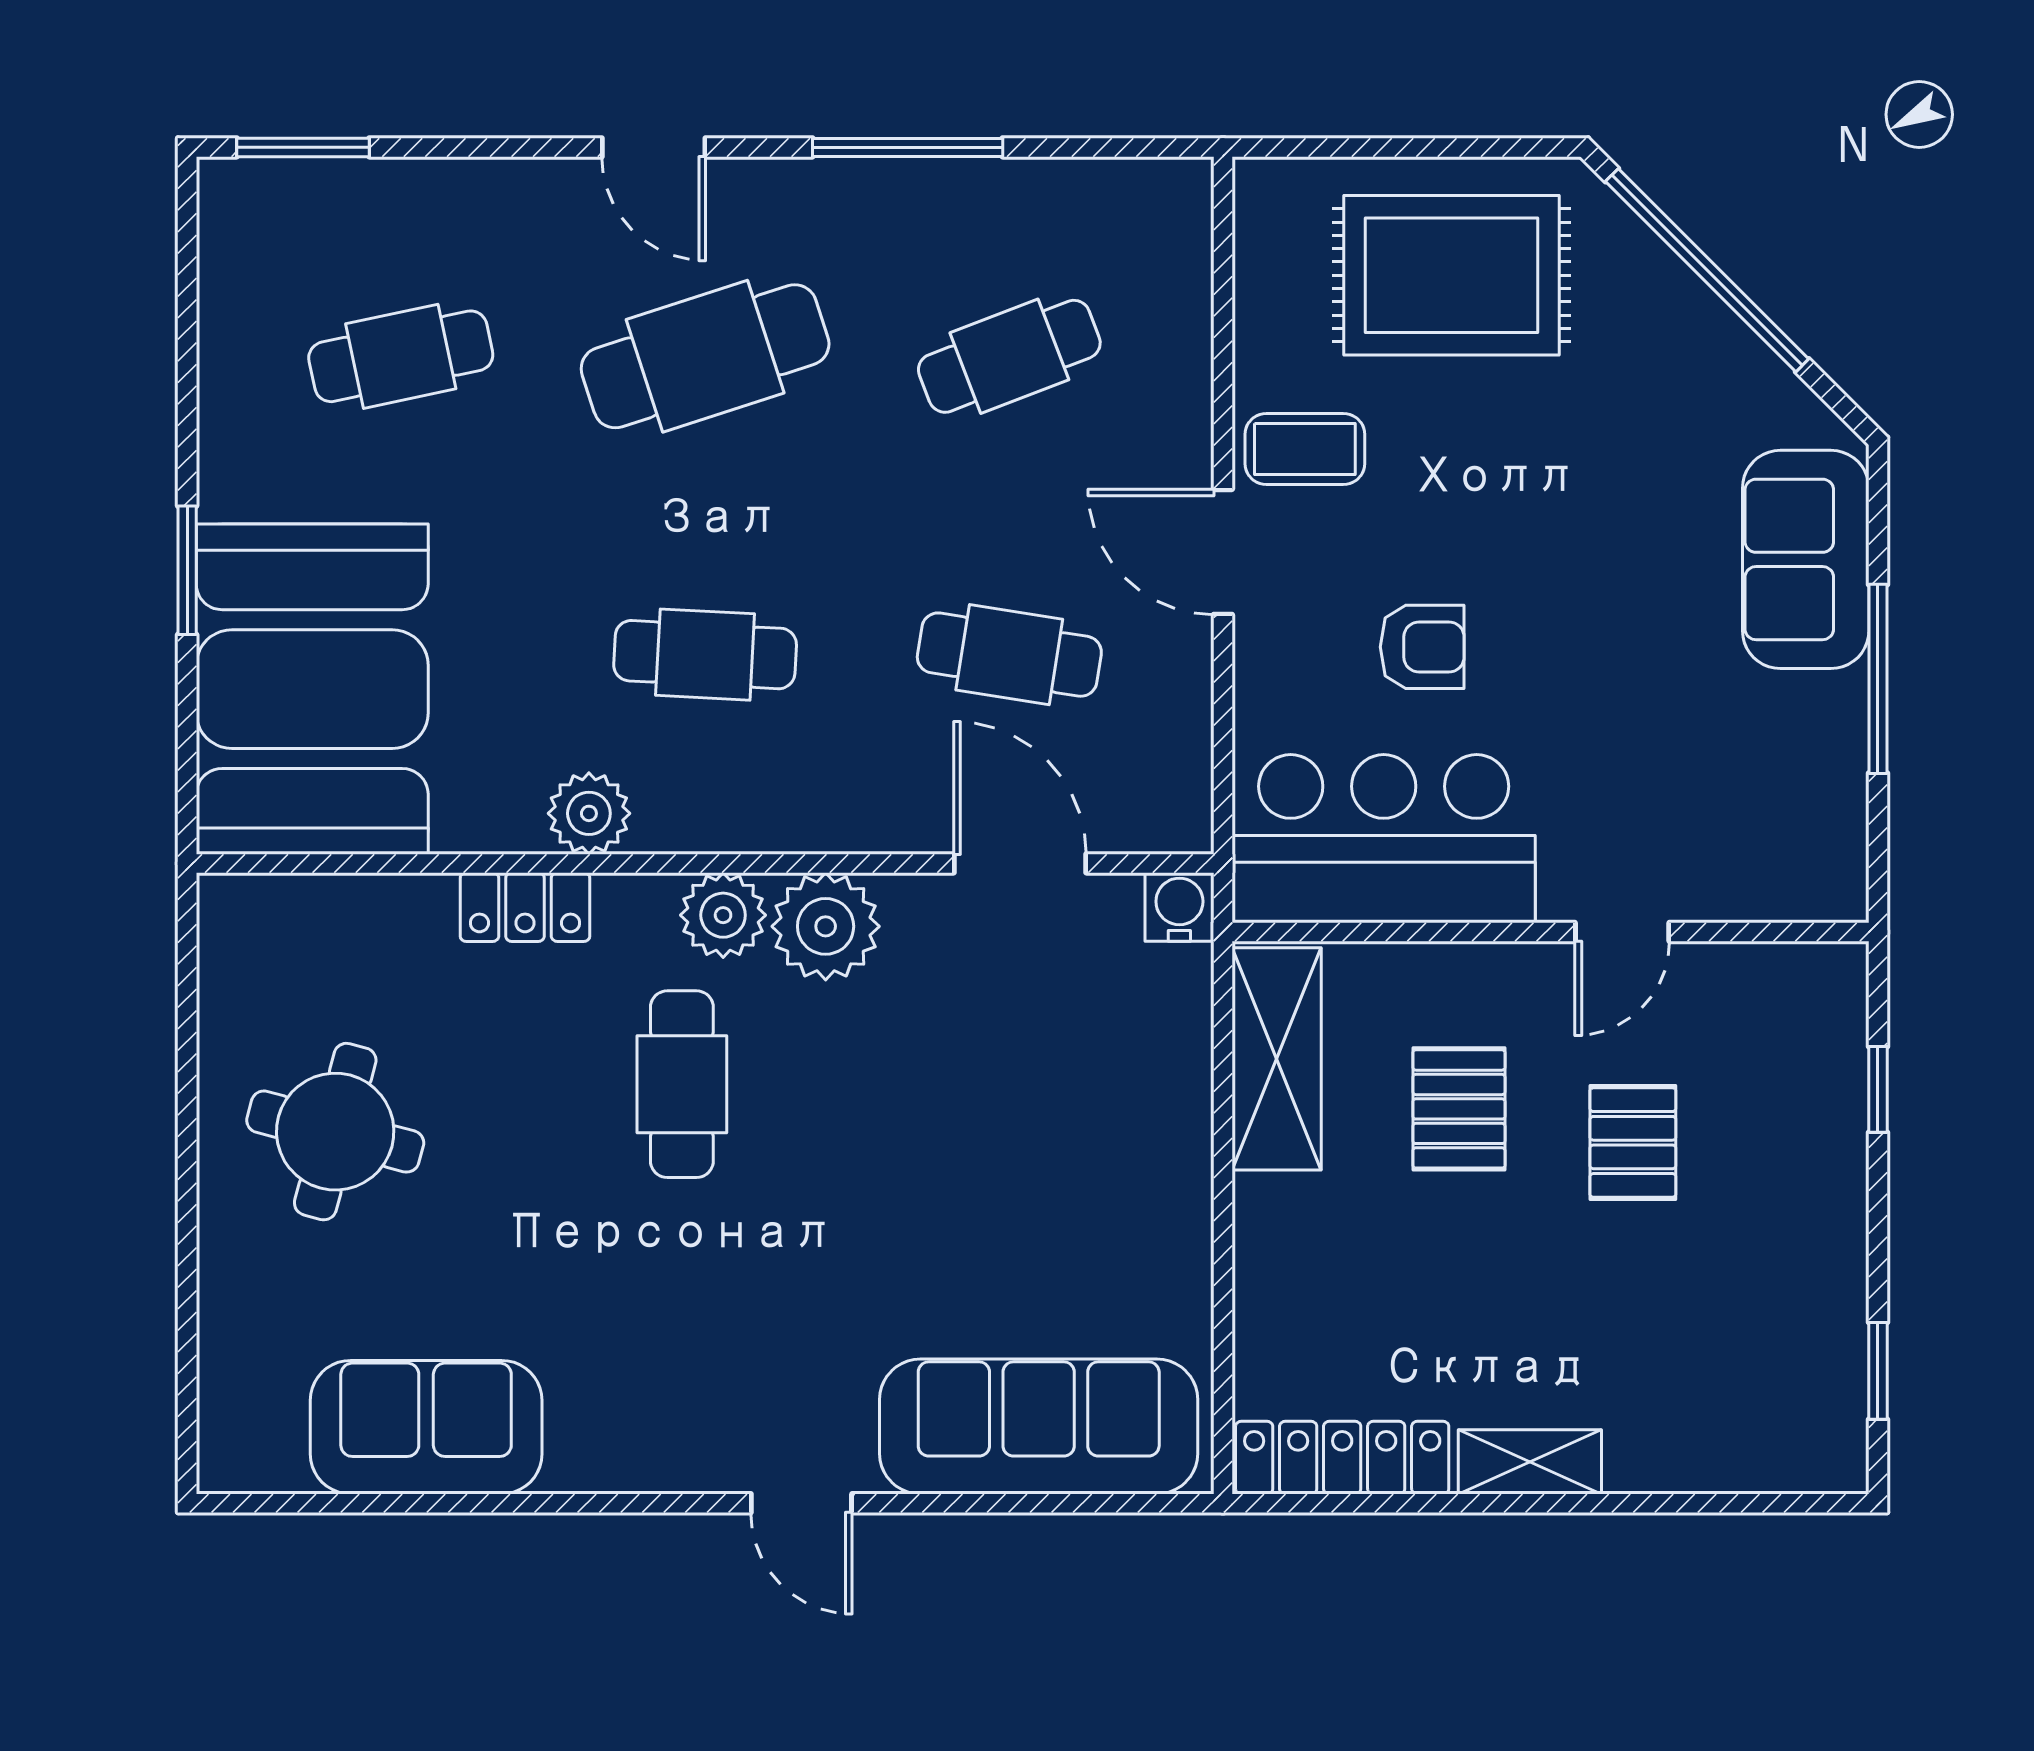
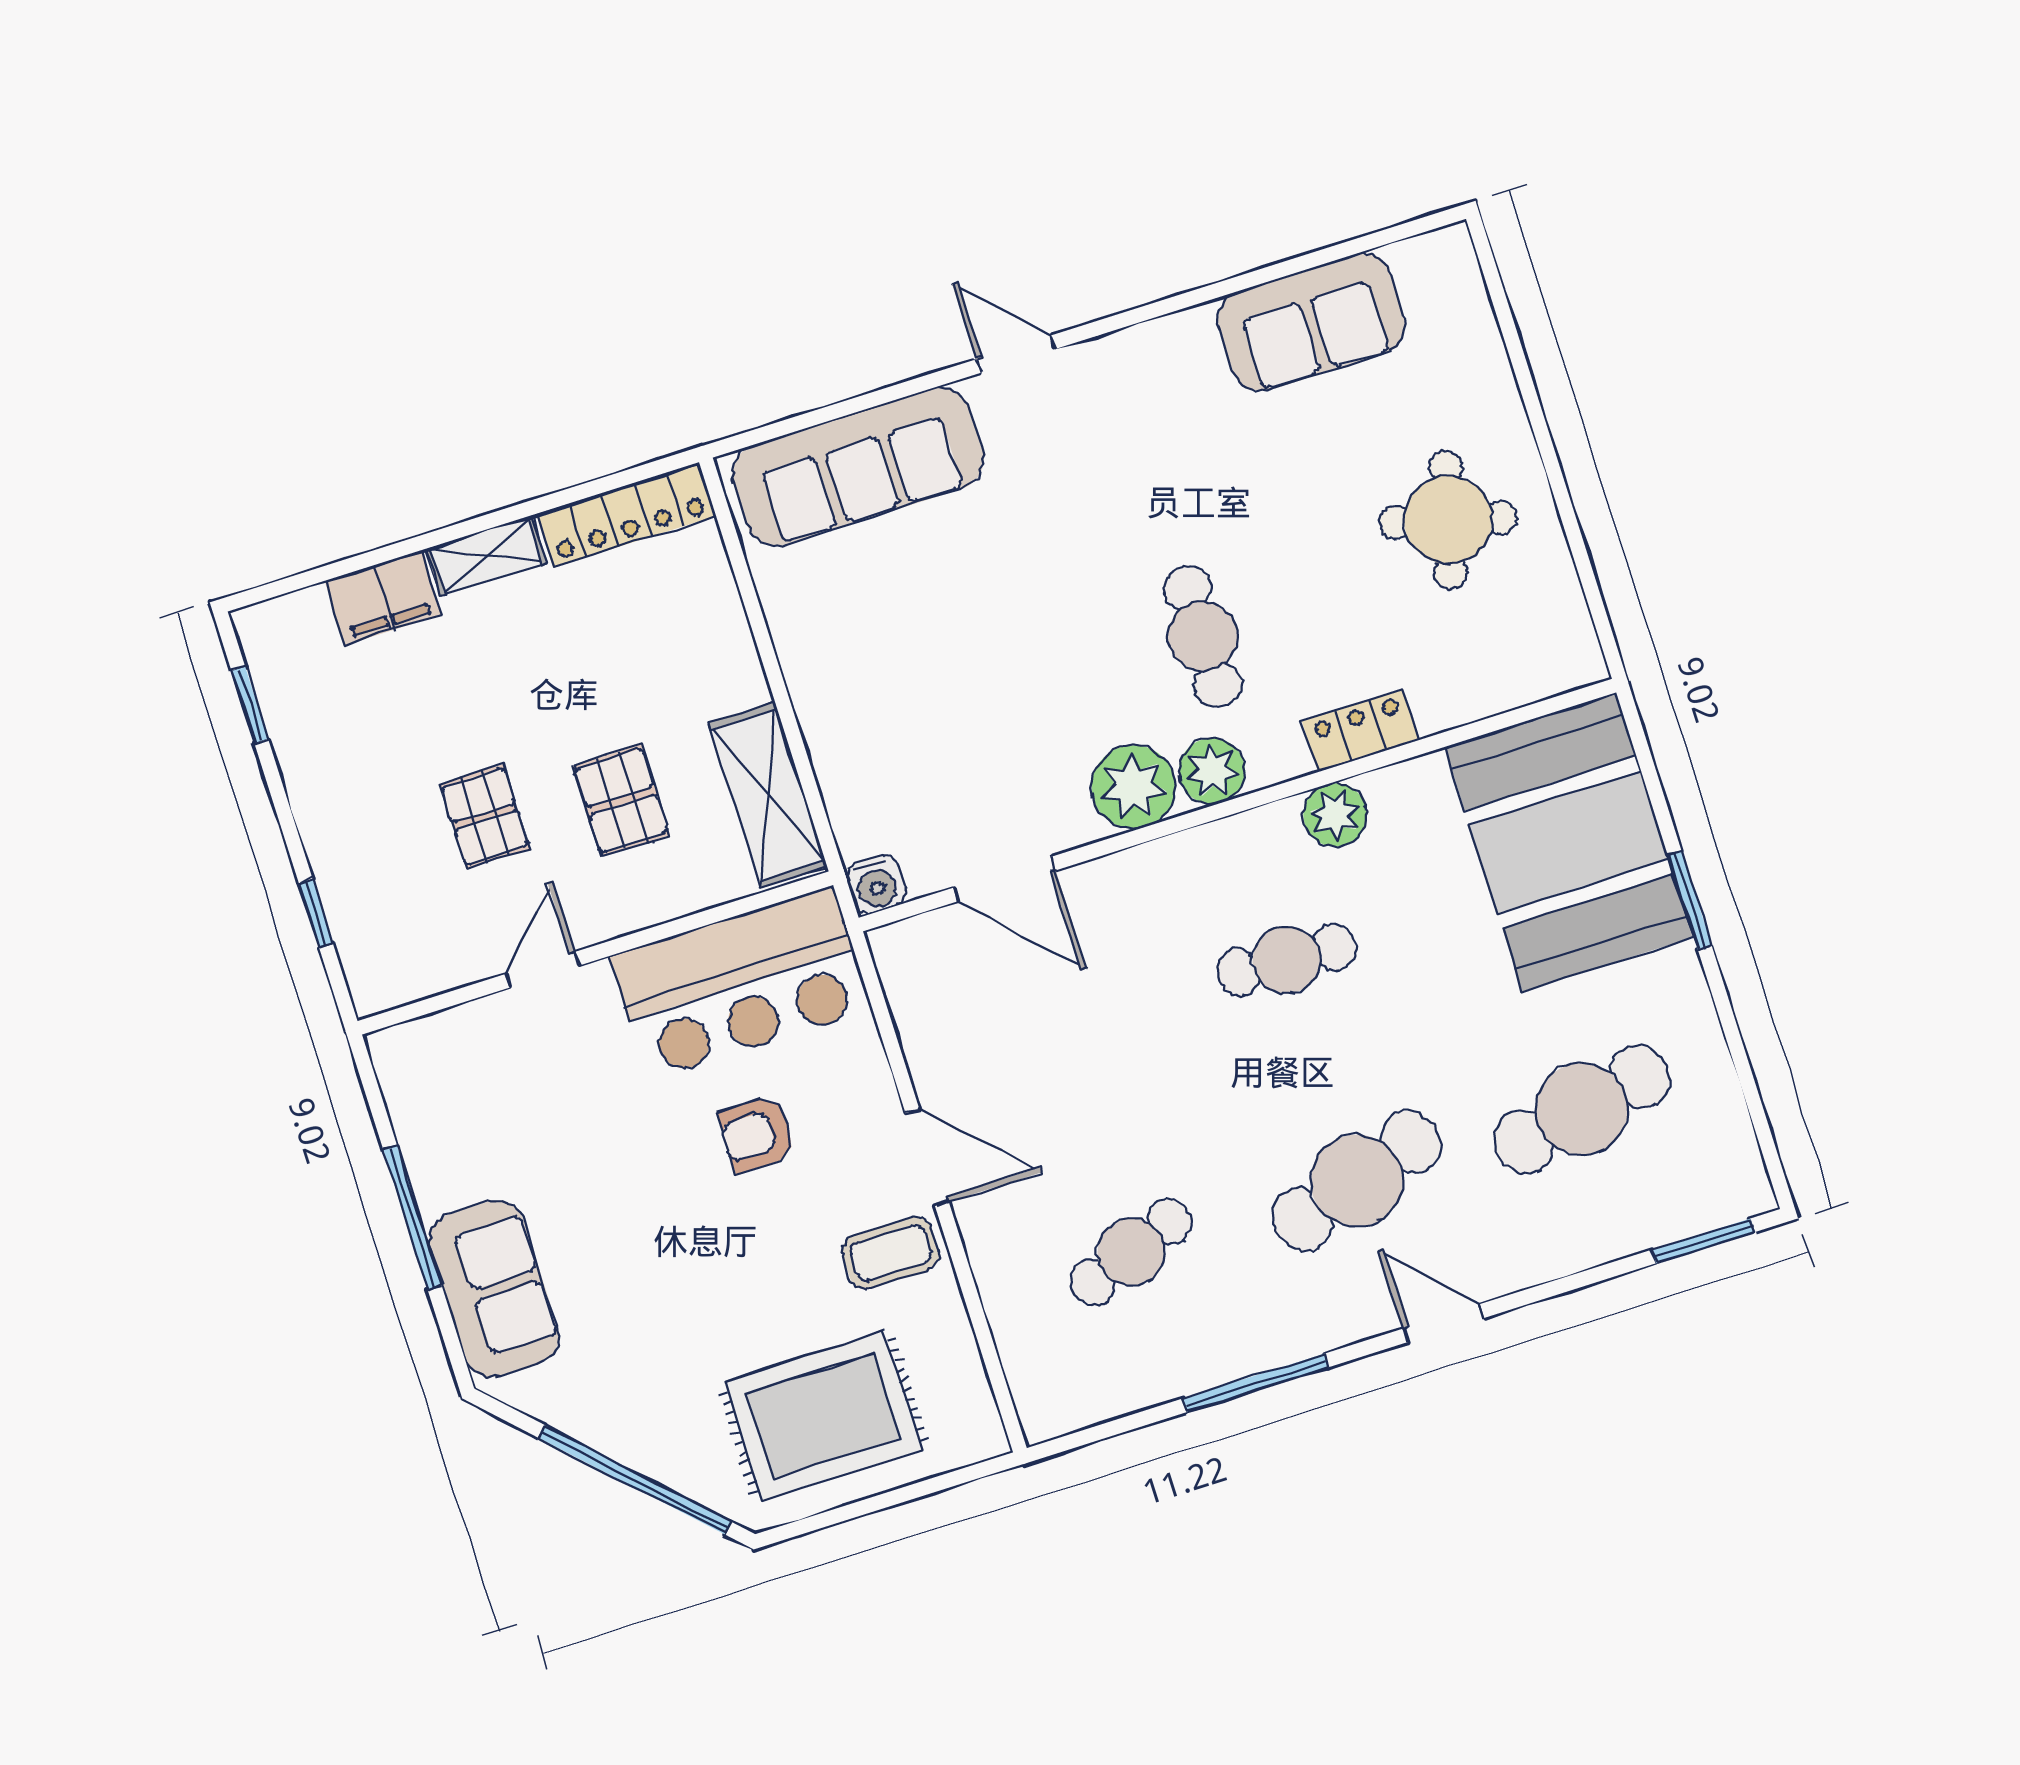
cafe table: (401, 356) -> (1582, 1109), width x1.37, depth x1.35
cafe table: (1009, 655) -> (1061, 1031), removed
filing cabinet: (1673, 1451) -> (383, 598), added

